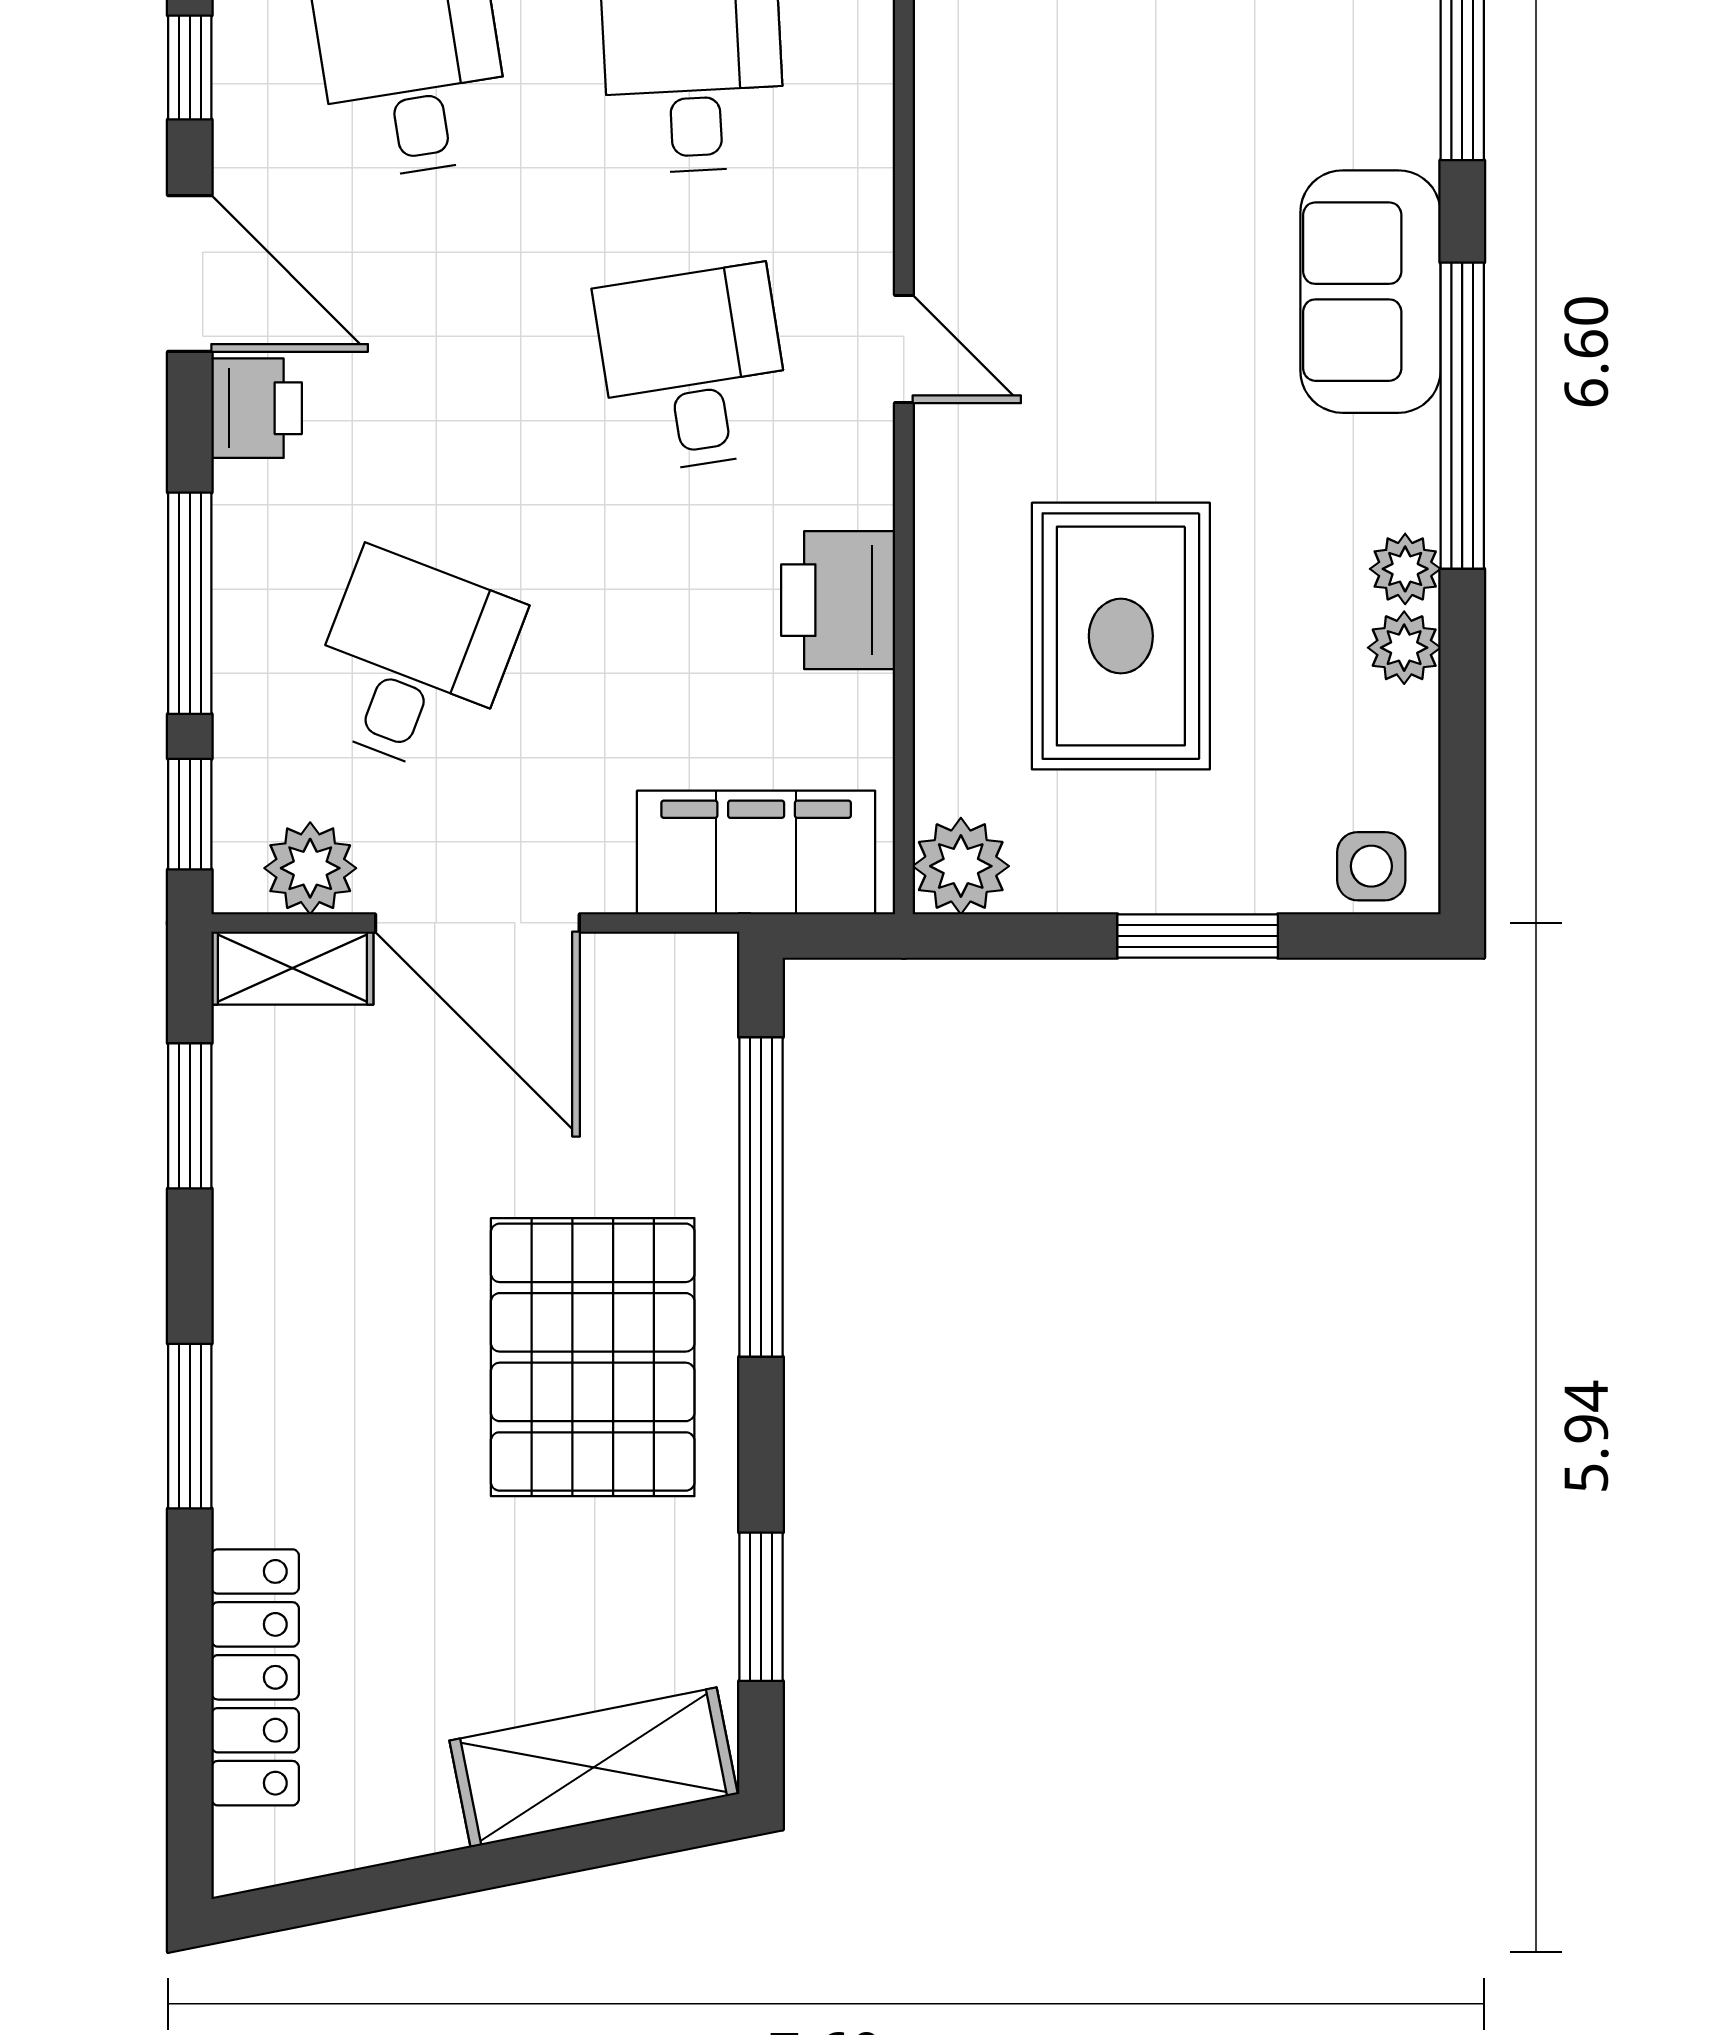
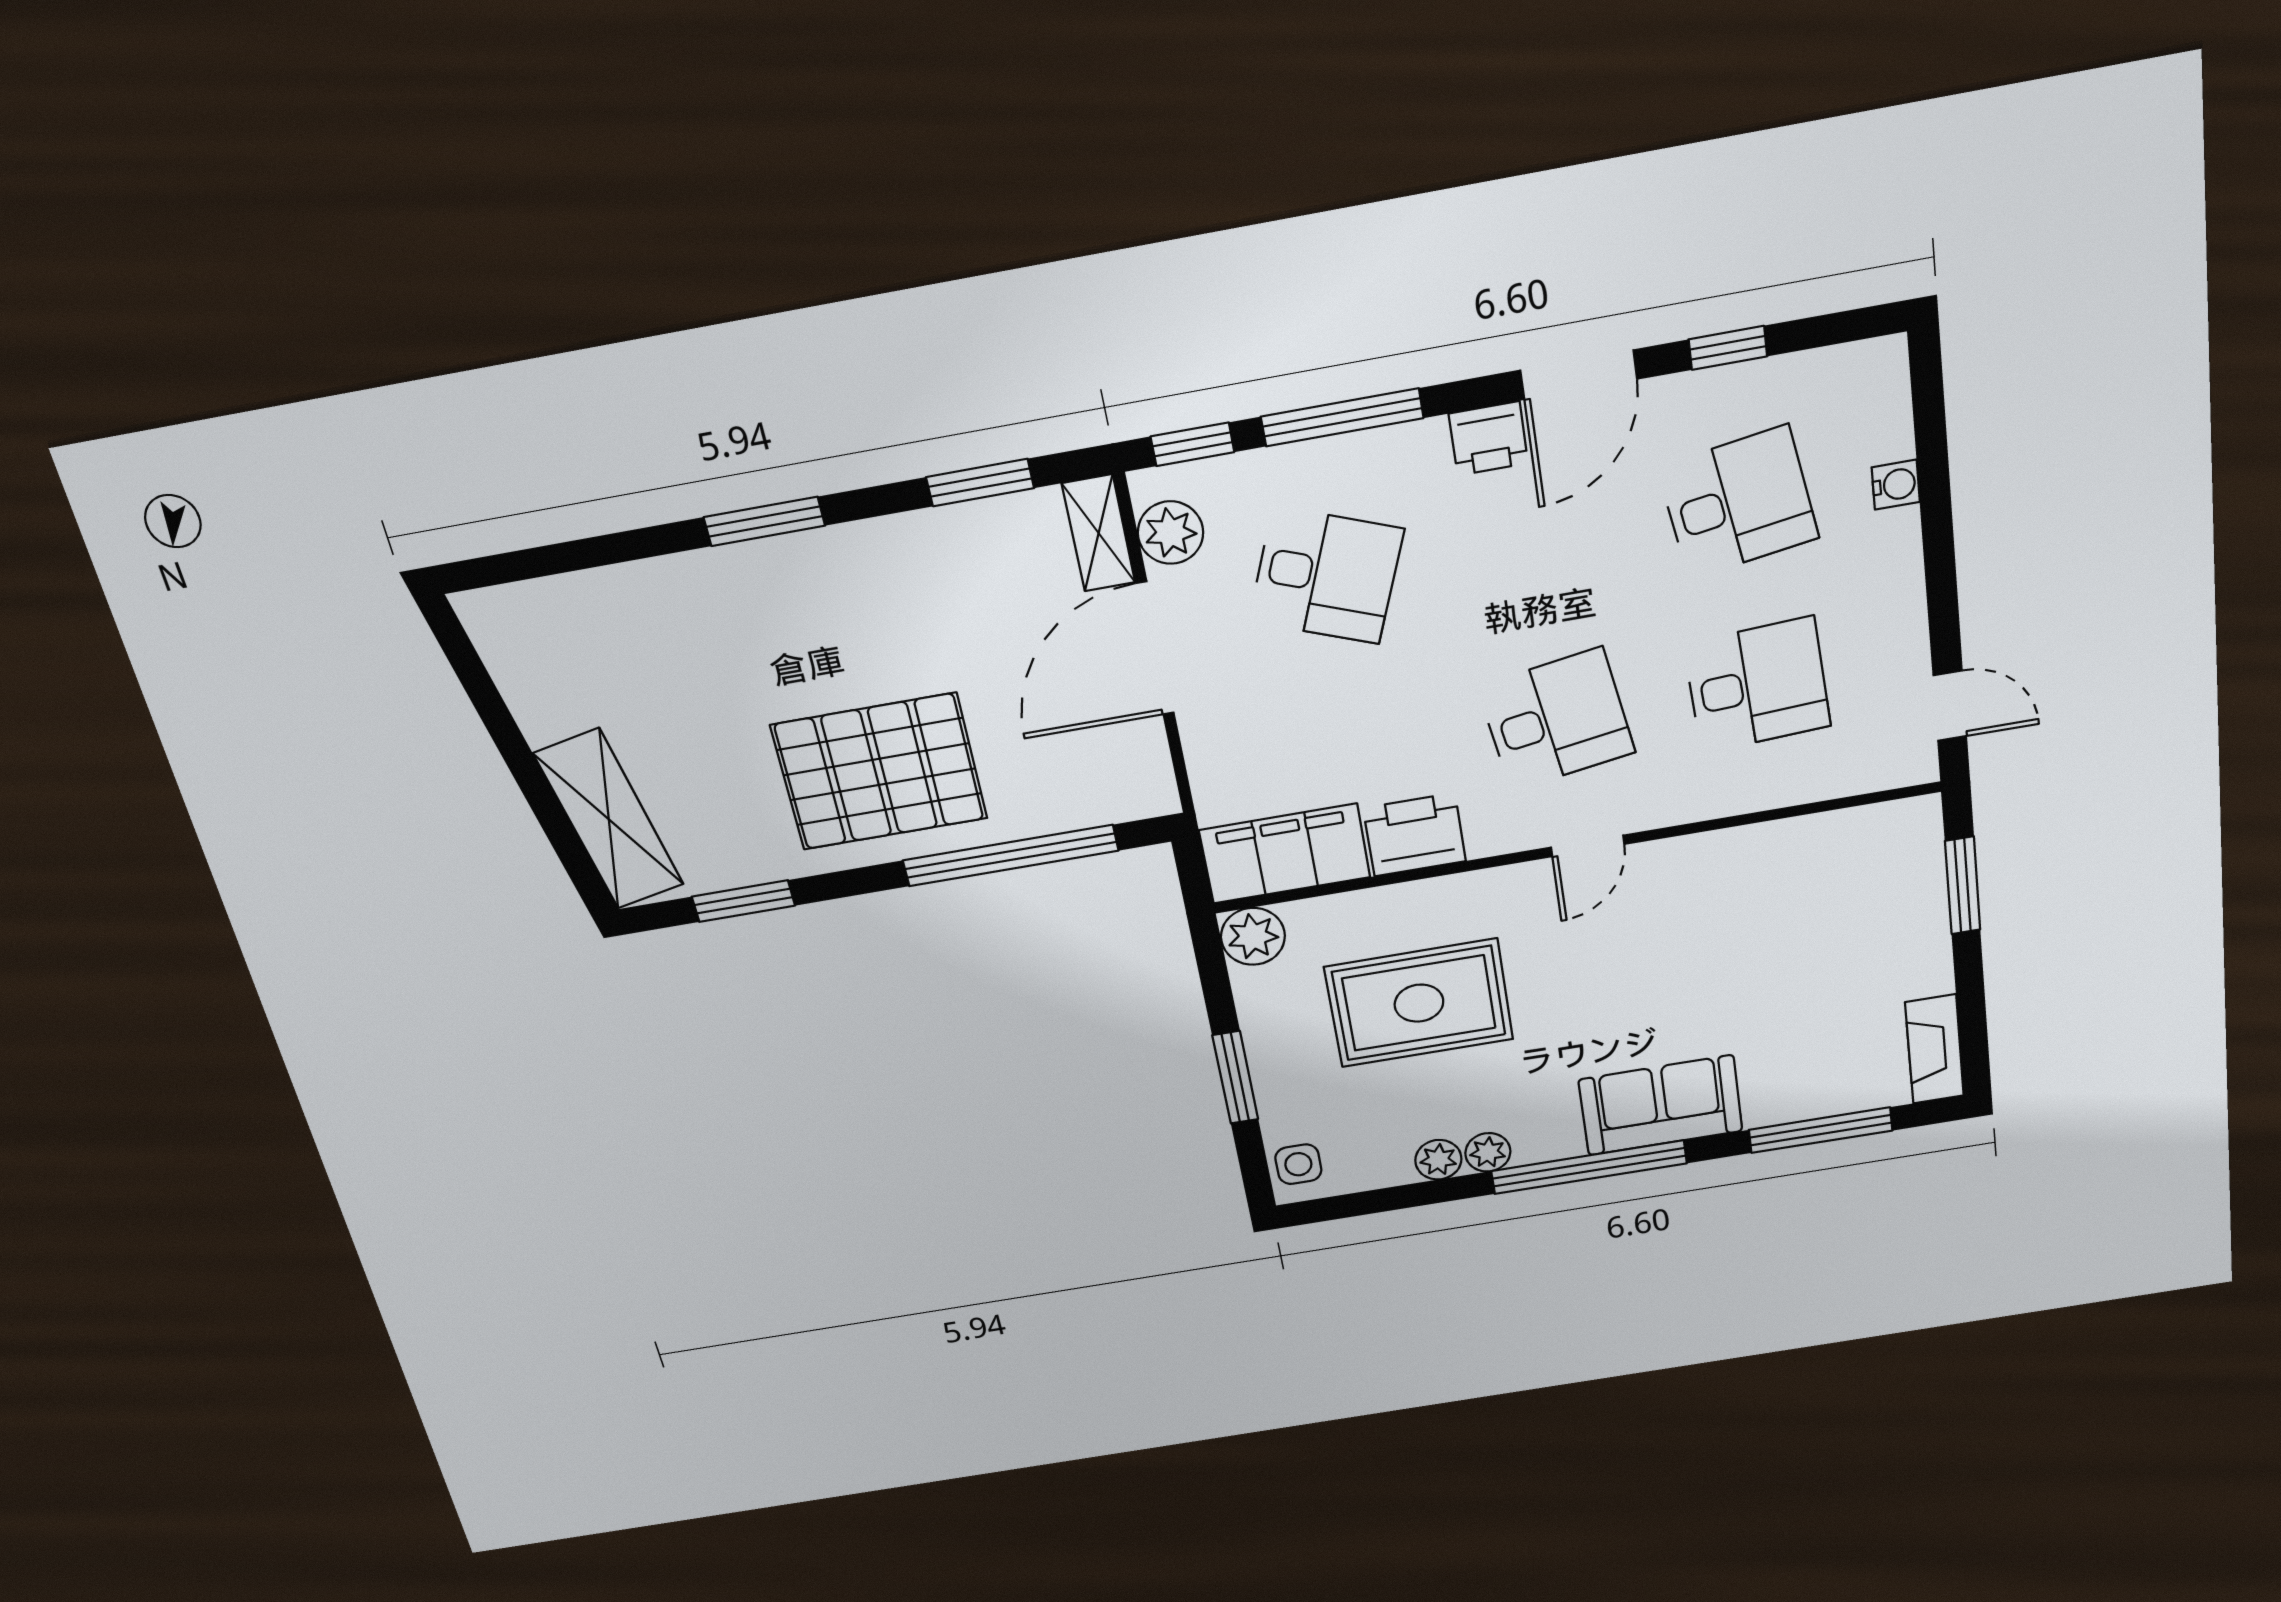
filing cabinet: (756, 853) -> (1285, 854), moved, turned -90
locker: (255, 1677) -> (604, 596), removed

